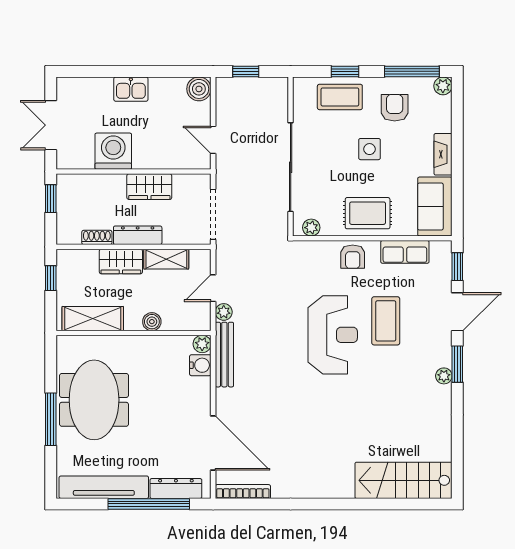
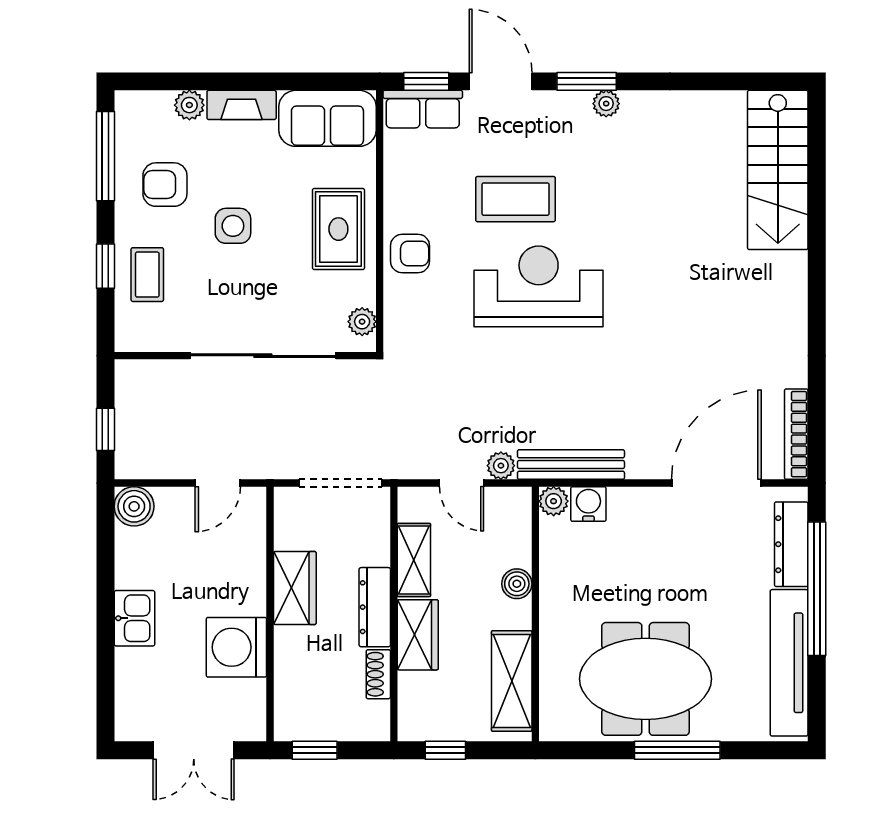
plant: (443, 86) -> (189, 105), moved
coffee table: (340, 97) -> (147, 275), width x0.73, depth x0.77
row of seats: (405, 252) -> (423, 109), moved, turned 90

